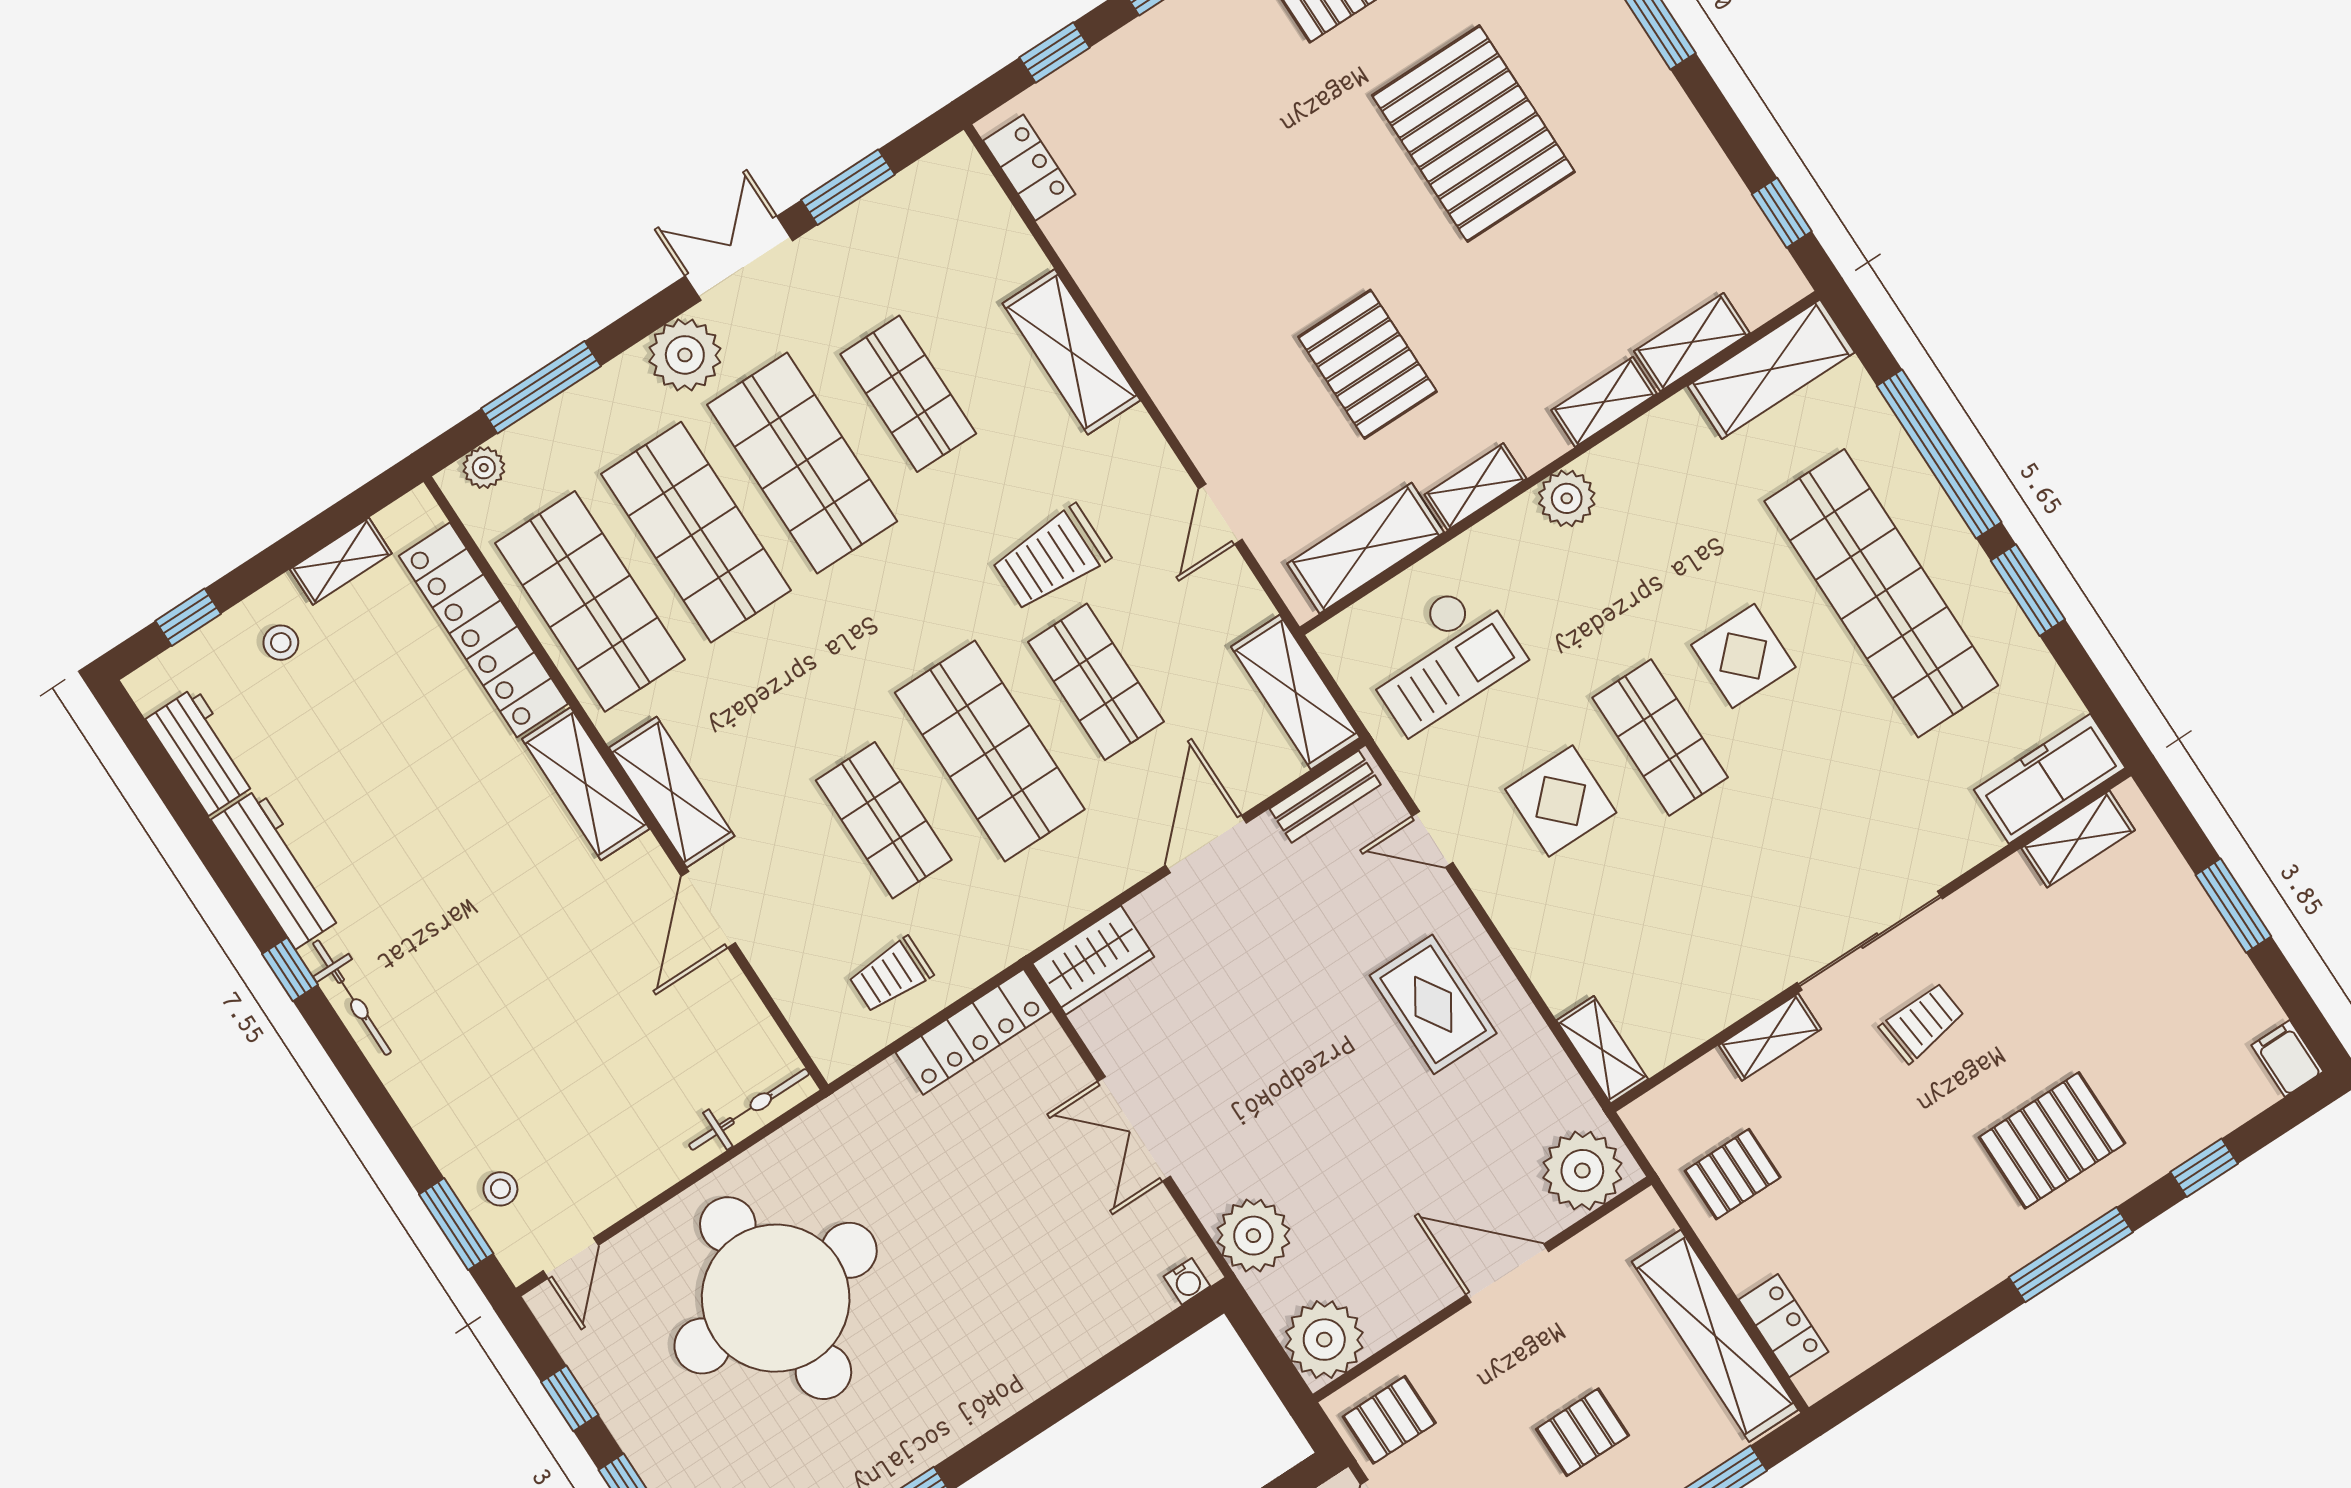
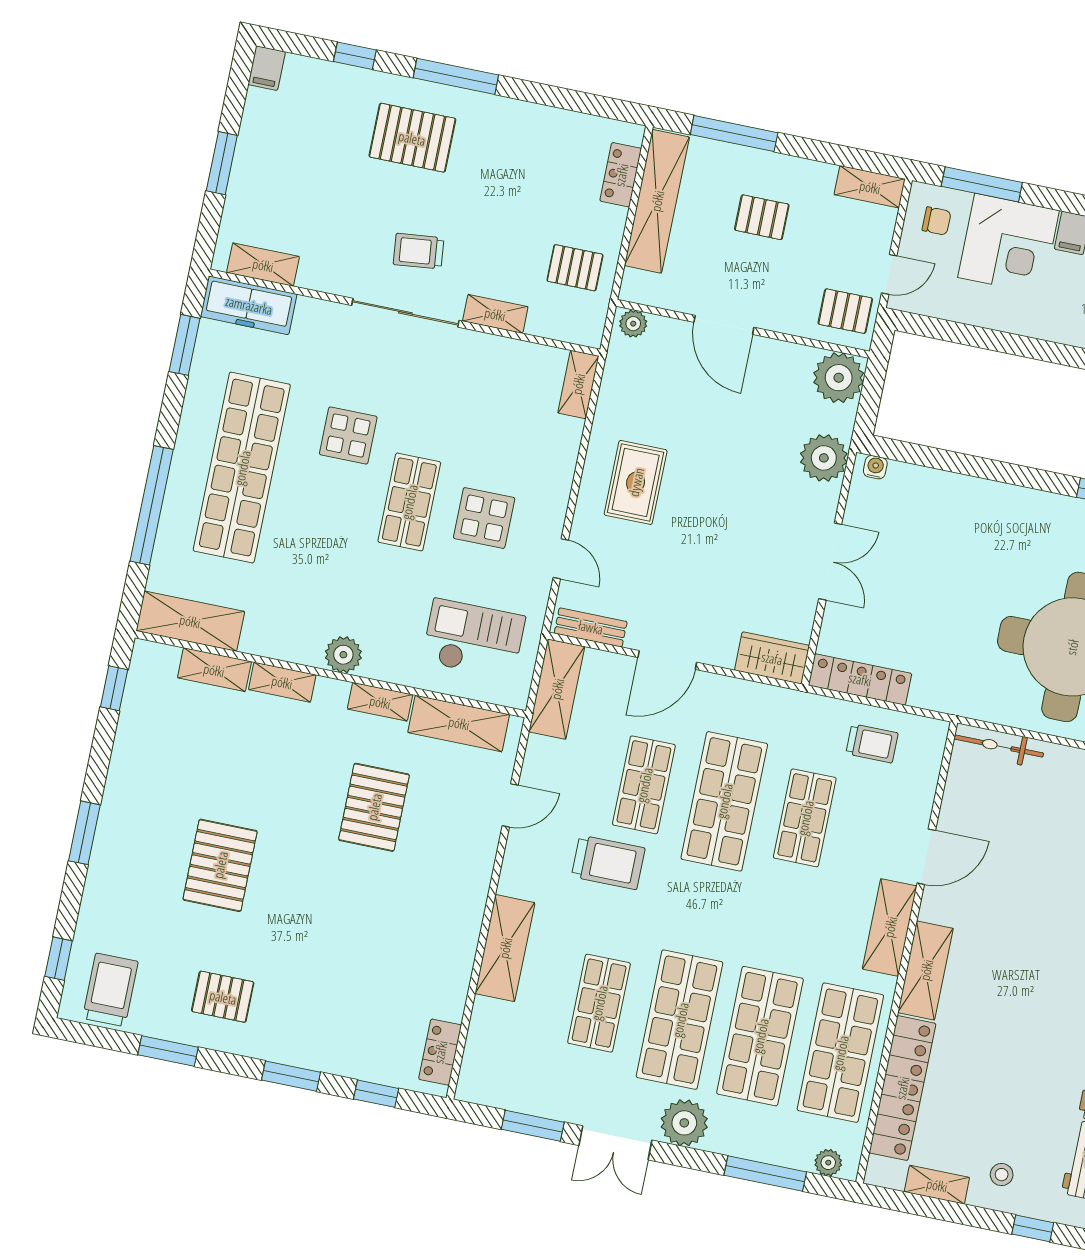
pallet: (1473, 134) -> (220, 865), width x0.73, depth x0.71
window: (2028, 590) -> (184, 345), moved
display table: (1743, 656) -> (348, 435), moved
plant: (1582, 1171) -> (633, 324), width x0.53, depth x0.53

